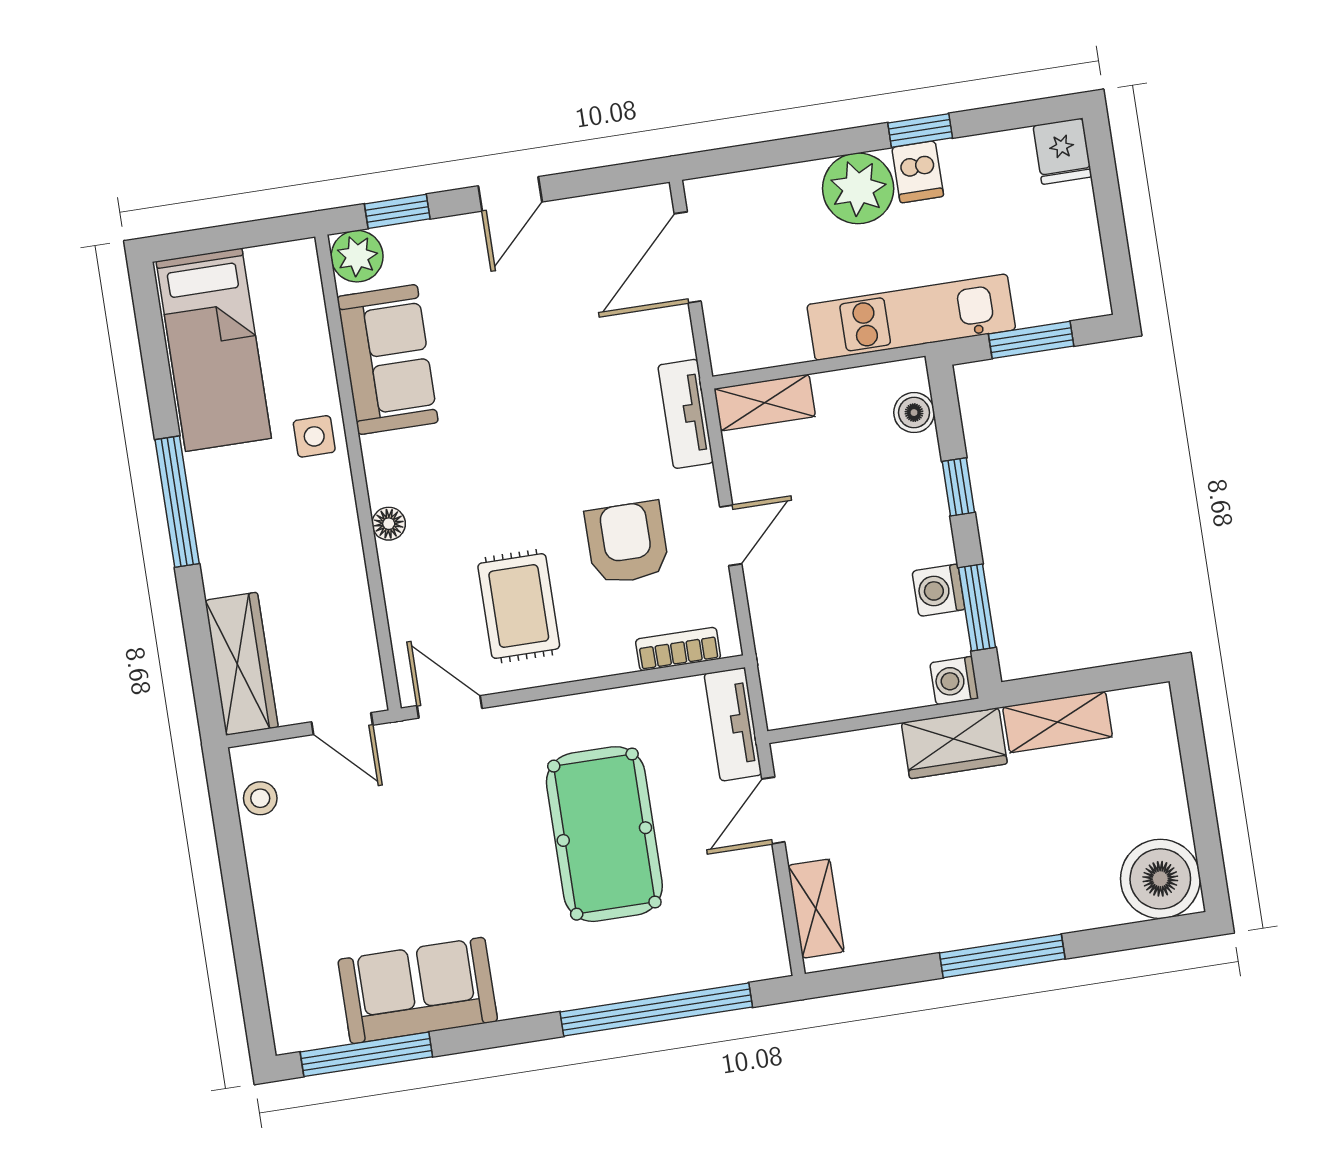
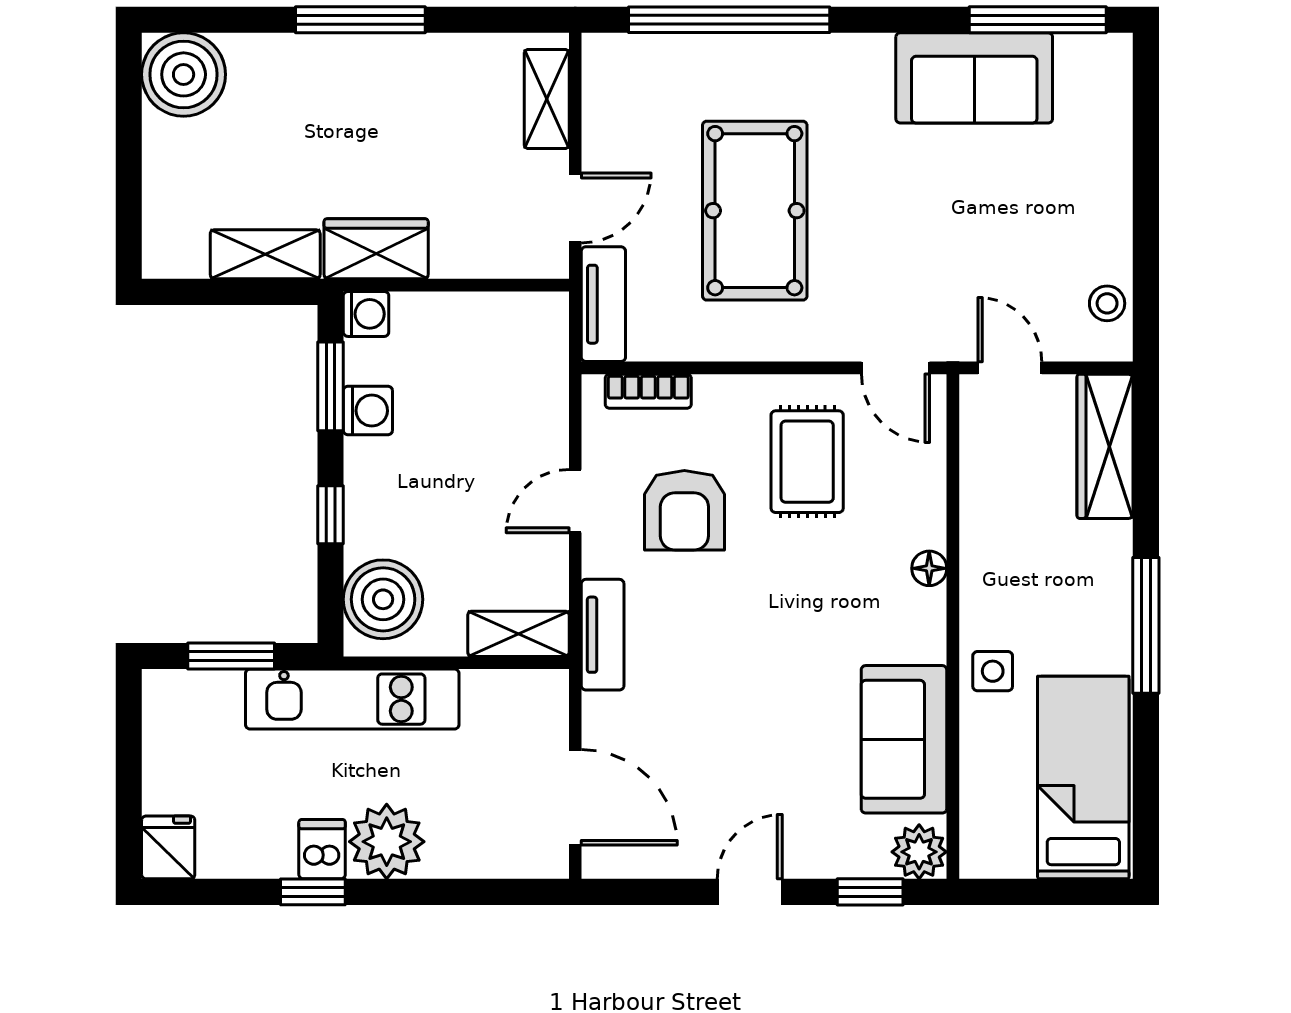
door: (688, 257) -> (575, 797), hinge flipped
boiler: (914, 413) -> (383, 599), width x1.86, depth x1.86

